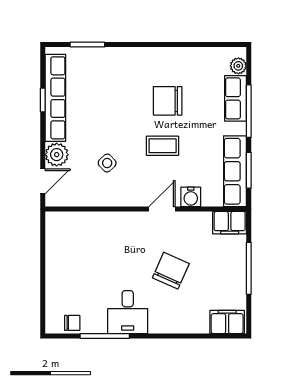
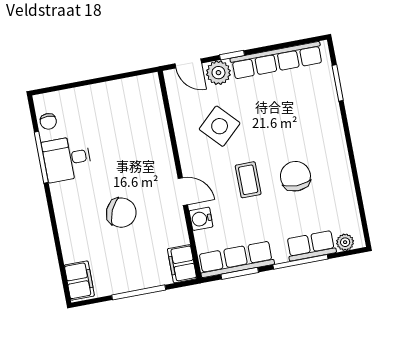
window: (43, 100) -> (232, 55), moved
side table: (107, 163) -> (220, 126), width x1.87, depth x1.87
desk: (128, 312) -> (67, 159), moved

